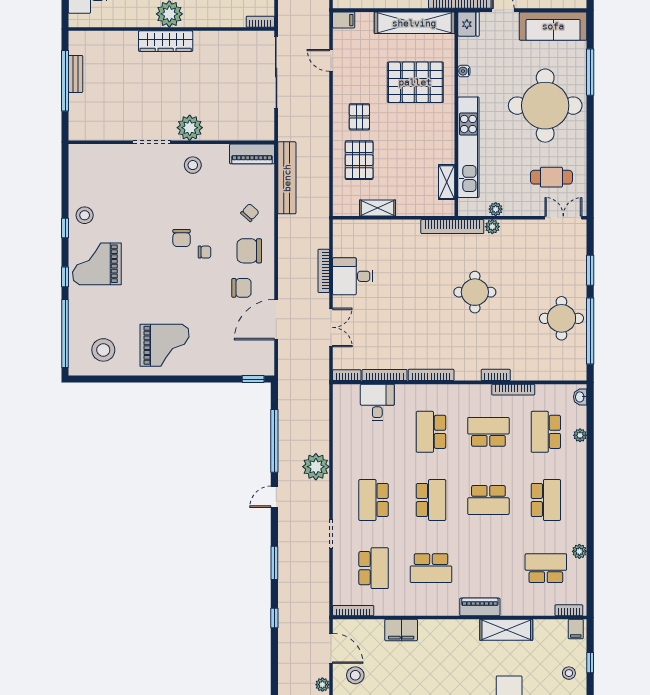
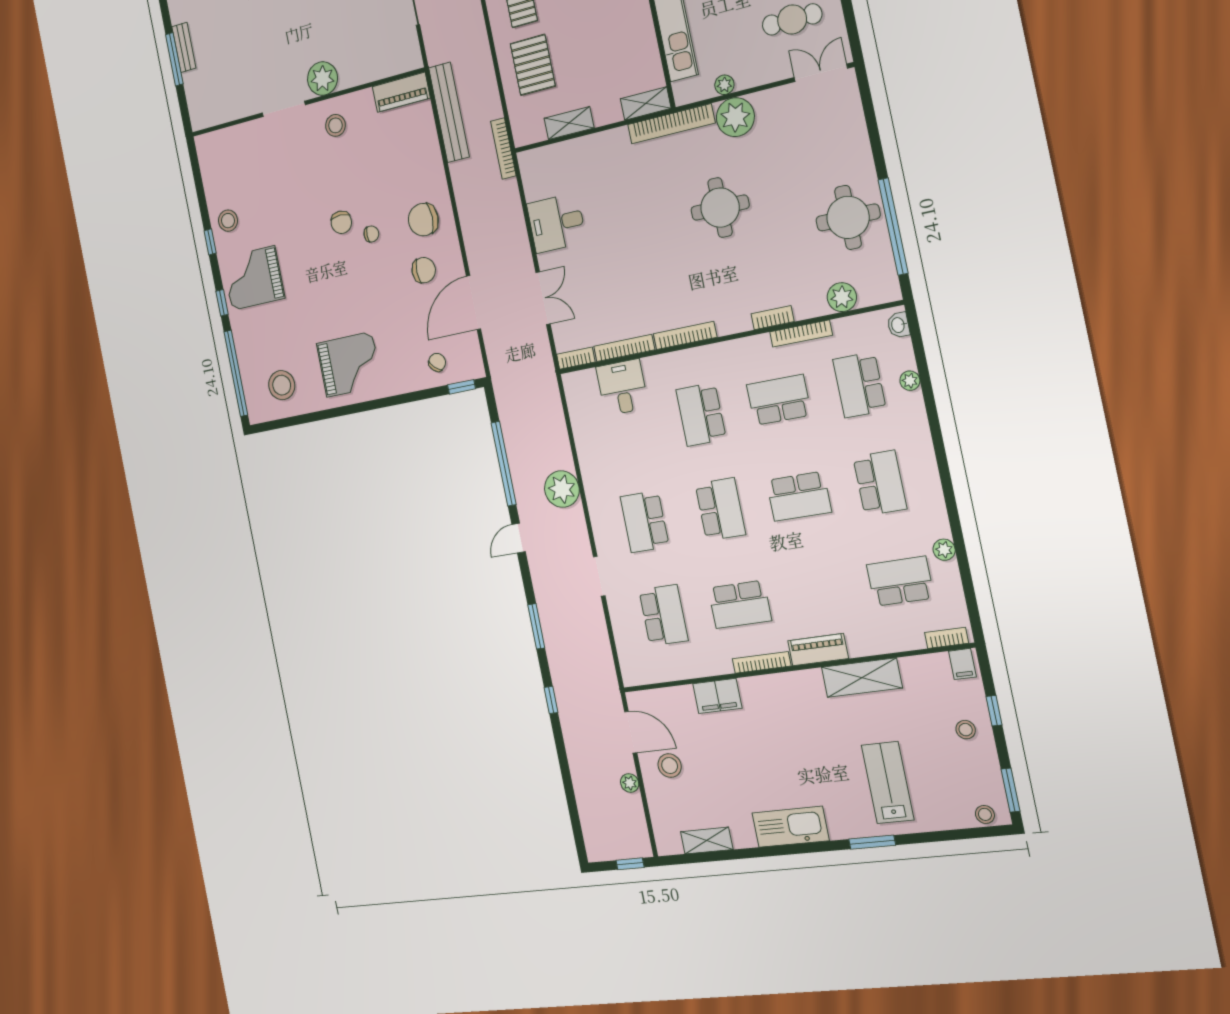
window: (65, 81) -> (174, 59), width x0.68
shelving: (447, 182) -> (646, 103), moved, turned 90
chair: (250, 213) -> (437, 362), moved
plant: (492, 227) -> (735, 117), width x1.87, depth x1.87
window: (590, 270) -> (875, 139), removed
bookcase: (324, 271) -> (503, 148), moved
plant: (546, 371) -> (842, 297), added
bookcase: (353, 611) -> (761, 662), moved

